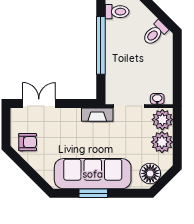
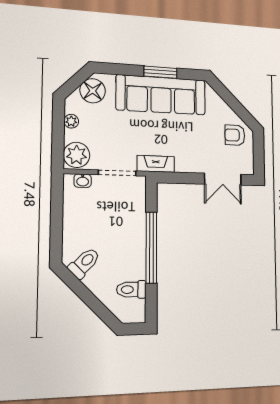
plant: (162, 142) -> (71, 121), width x0.53, depth x0.53

